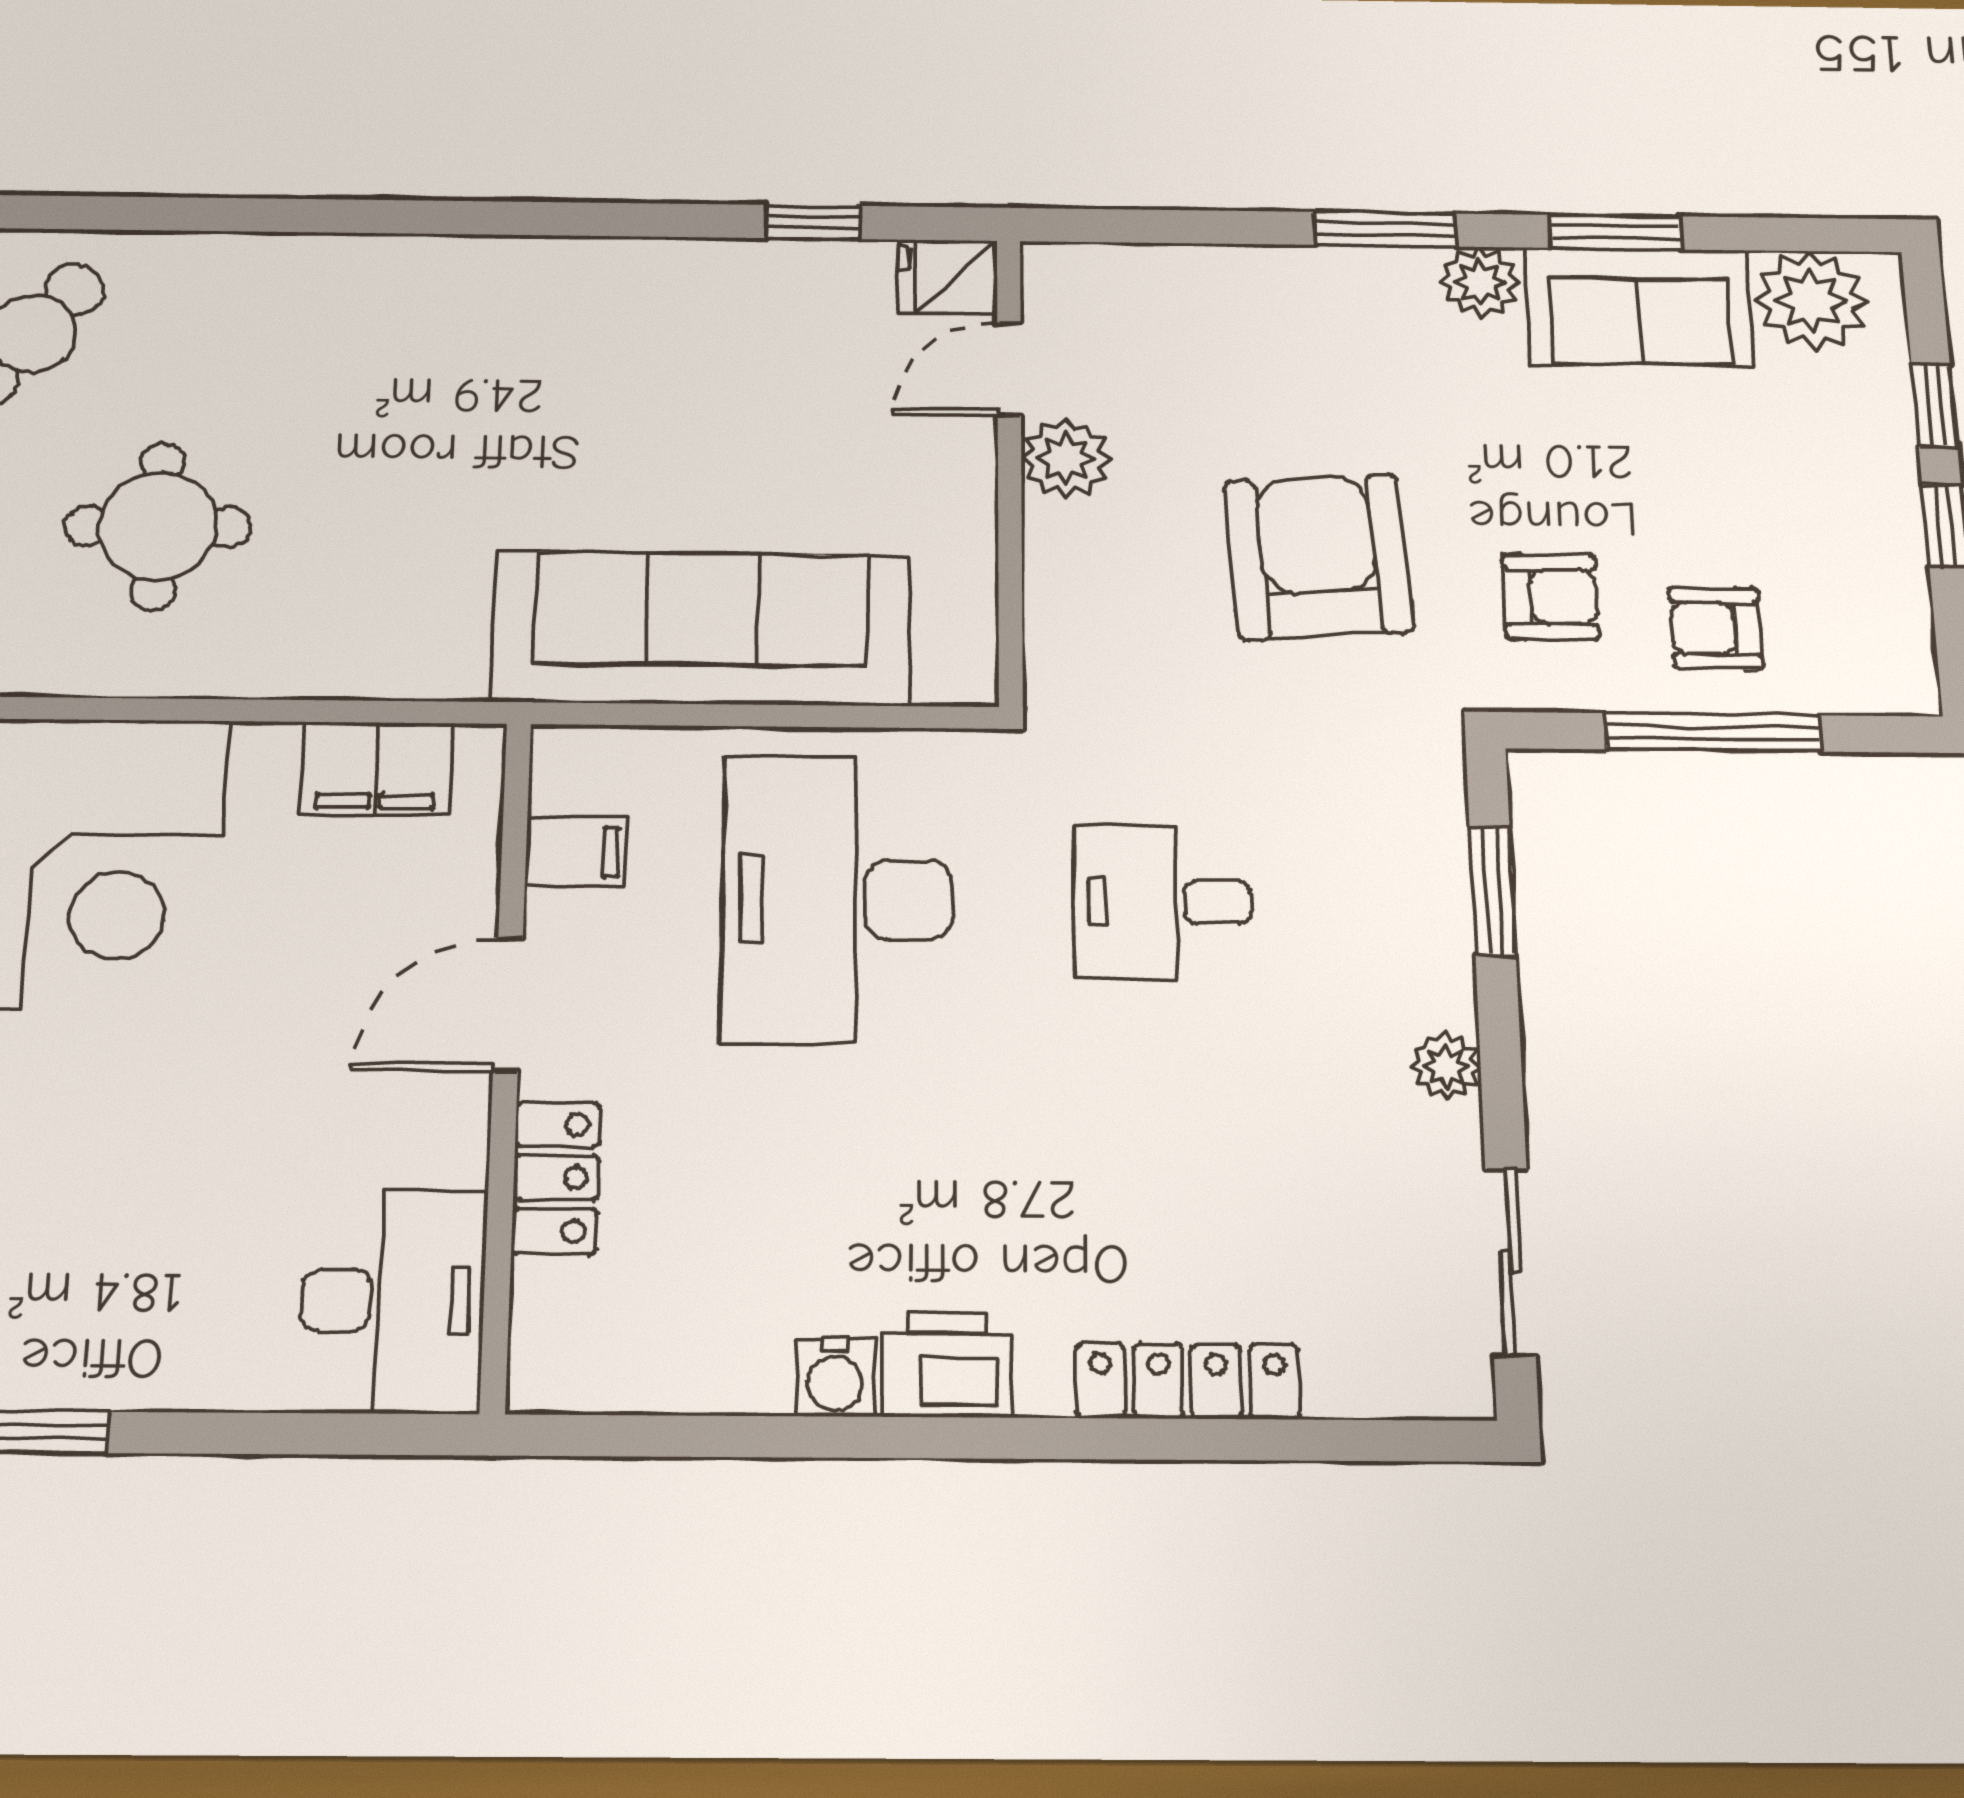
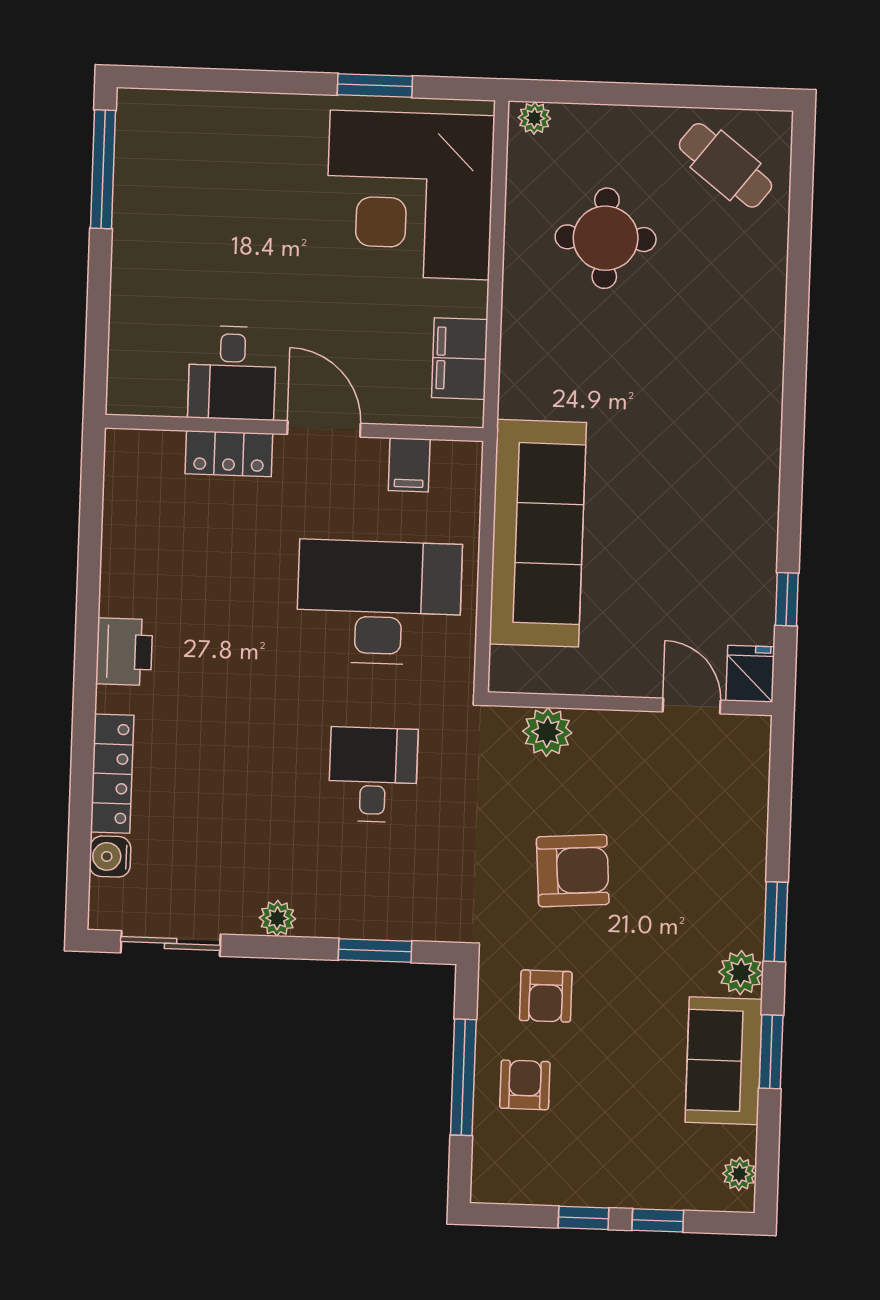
plant: (1812, 301) -> (739, 1174), width x0.53, depth x0.53
plant: (1066, 459) -> (547, 732), moved
armchair: (1318, 557) -> (573, 871), width x0.73, depth x0.73
desk: (393, 1301) -> (232, 373), moved, width x0.73
water cooler: (835, 1377) -> (110, 857), moved

